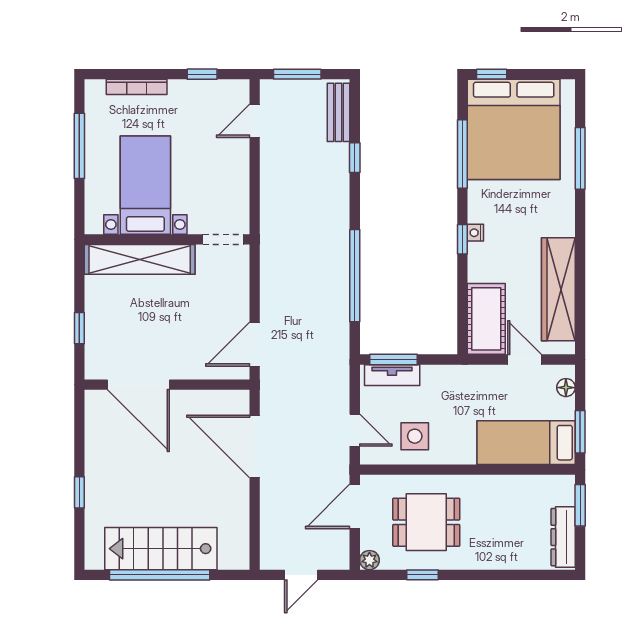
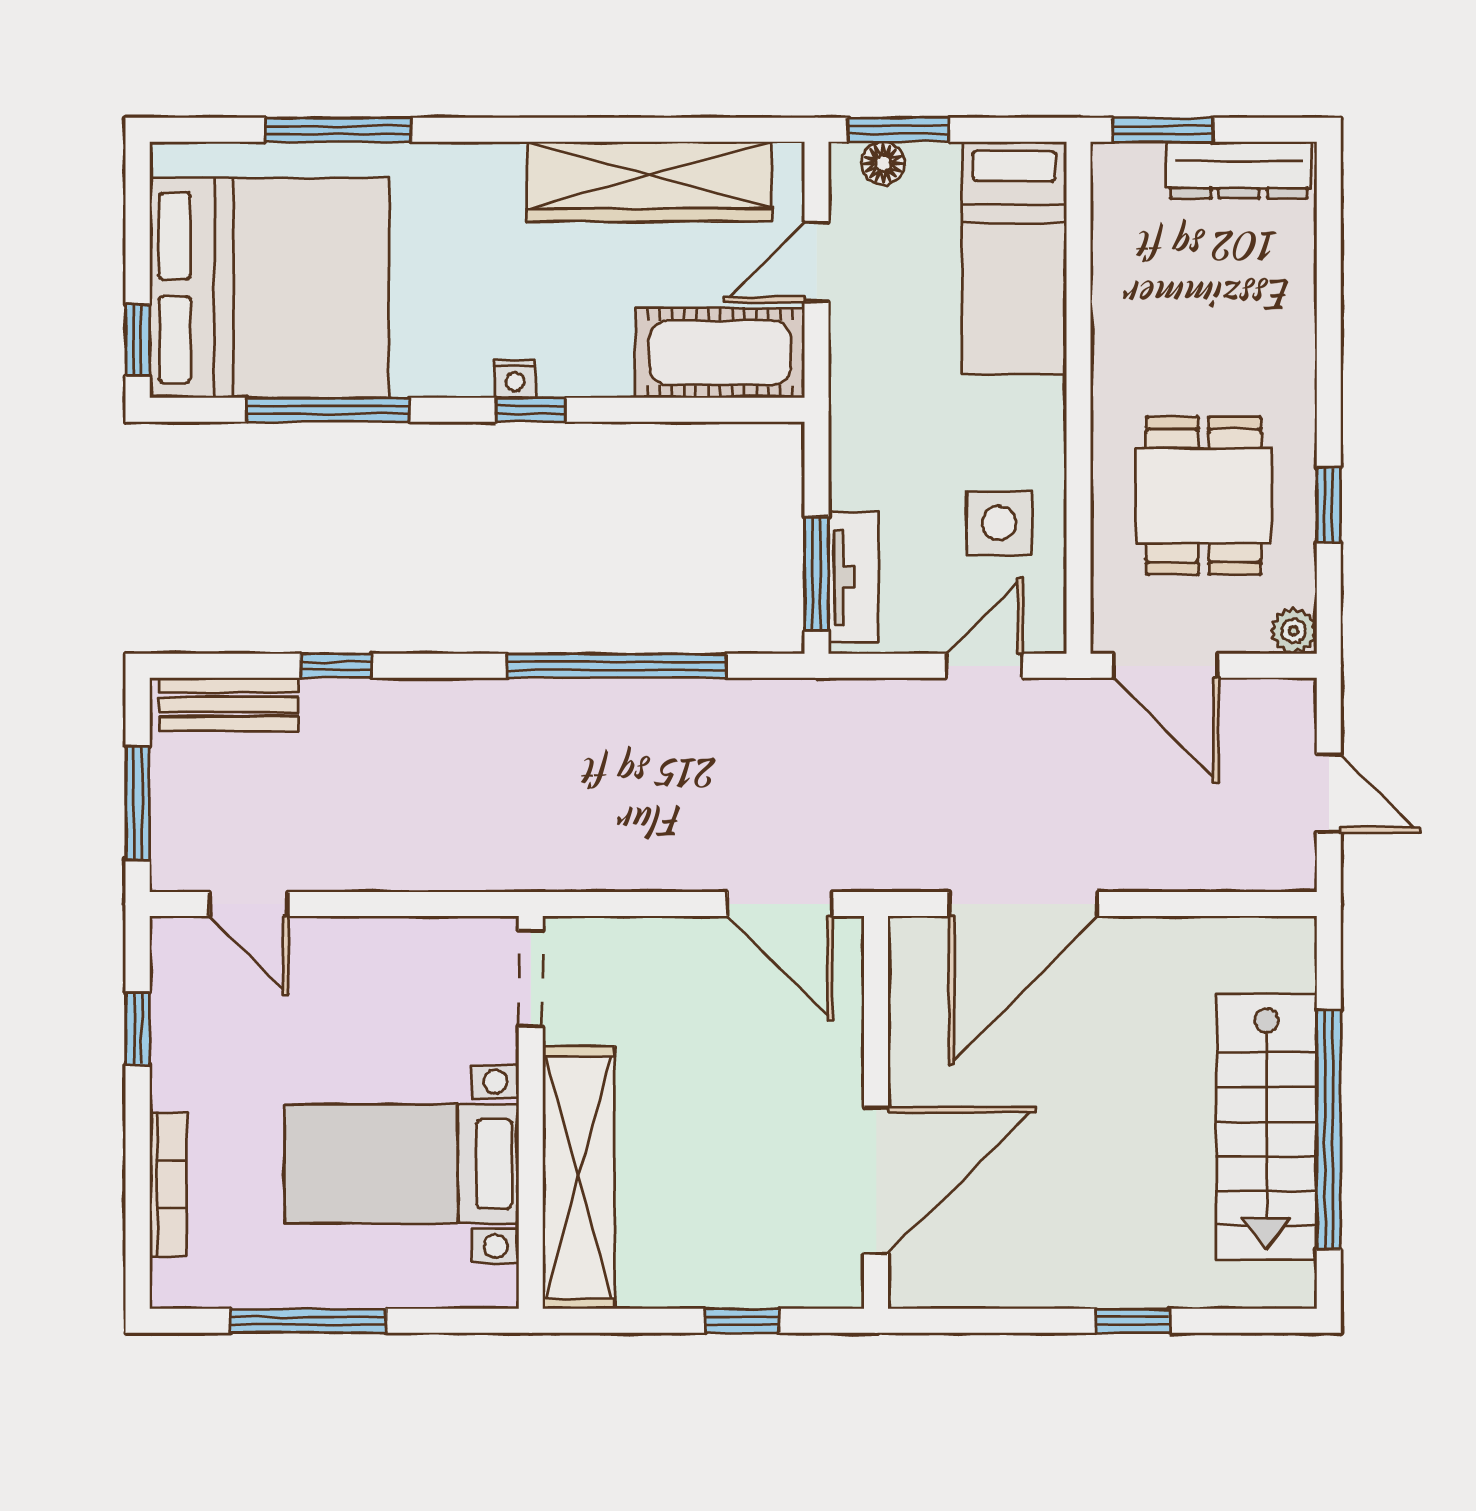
window: (580, 432) -> (899, 130), moved

